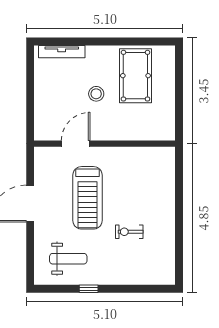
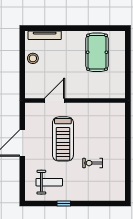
stool: (96, 94) -> (33, 58), moved

